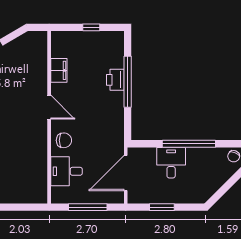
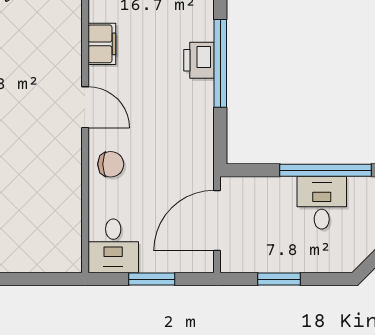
desk: (171, 163) -> (322, 203), moved
desk: (67, 171) -> (113, 246), moved, turned -90
window: (88, 207) -> (152, 279), width x0.69

